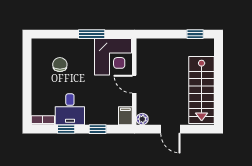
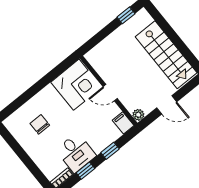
window: (92, 34) -> (45, 81), removed

